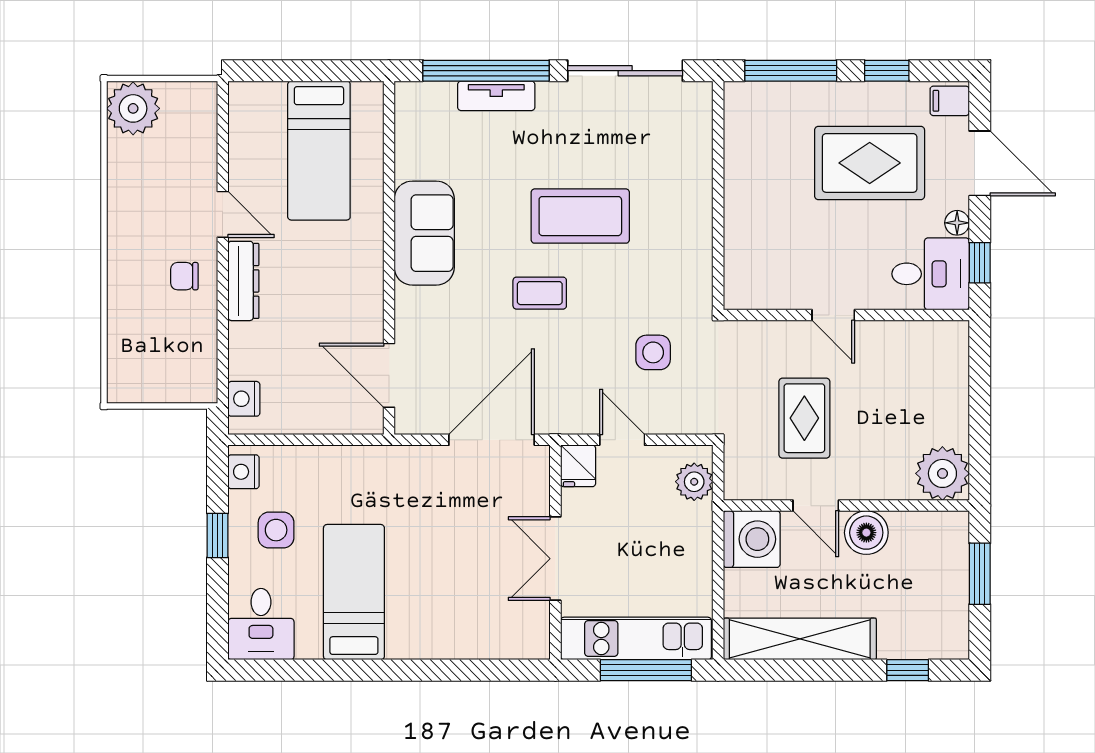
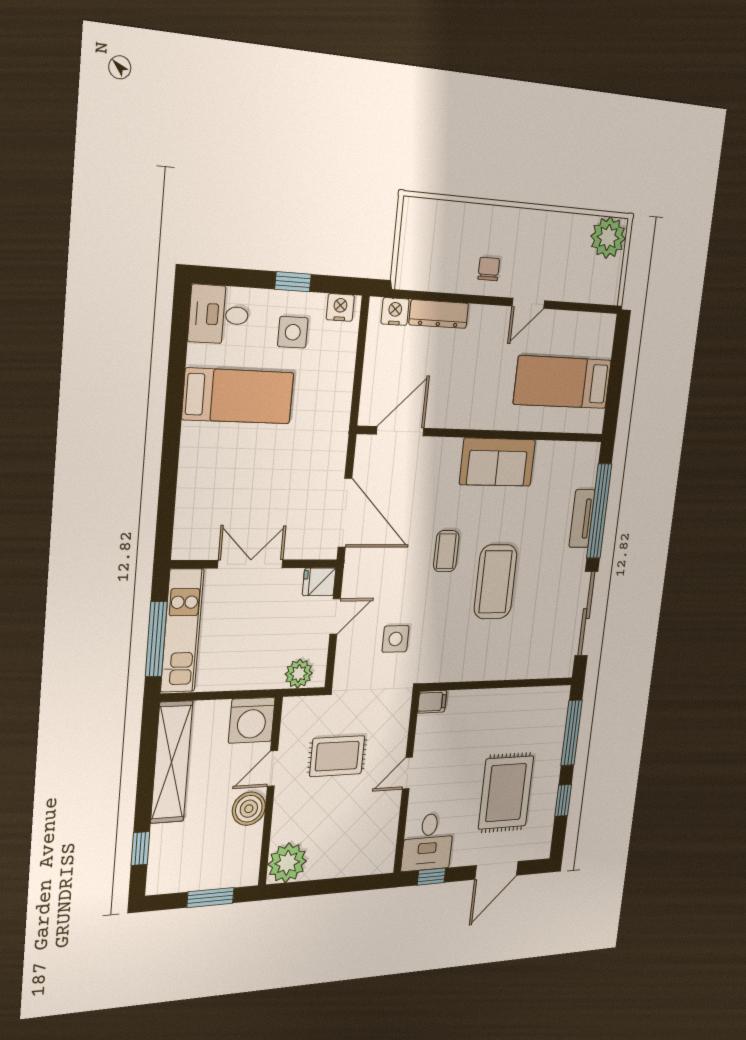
filing cabinet: (950, 101) -> (432, 702), moved, turned 90
floor lamp: (957, 223) -> (460, 858), removed
dresser: (243, 281) -> (439, 314), moved

